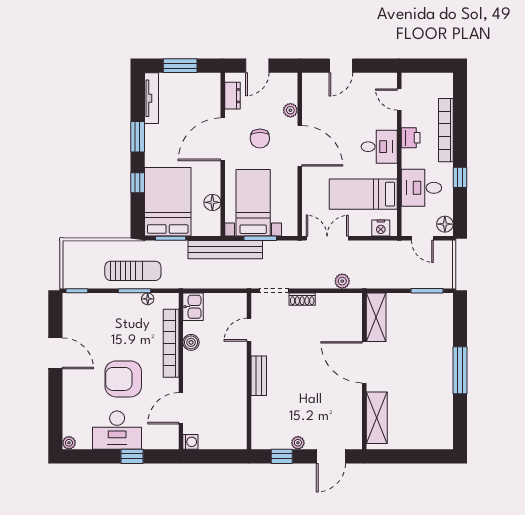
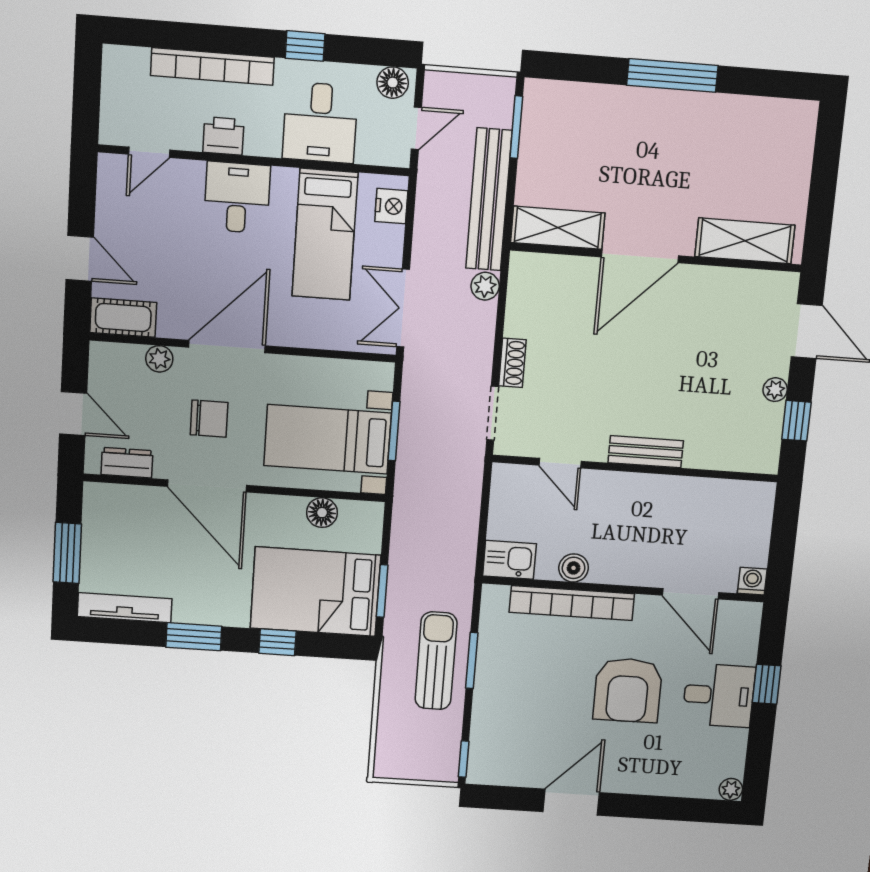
cot: (311, 90) -> (123, 317), added
bench: (225, 250) -> (489, 200), moved
floor lamp: (148, 299) -> (488, 638), removed
desk: (117, 430) -> (719, 695), width x0.73

